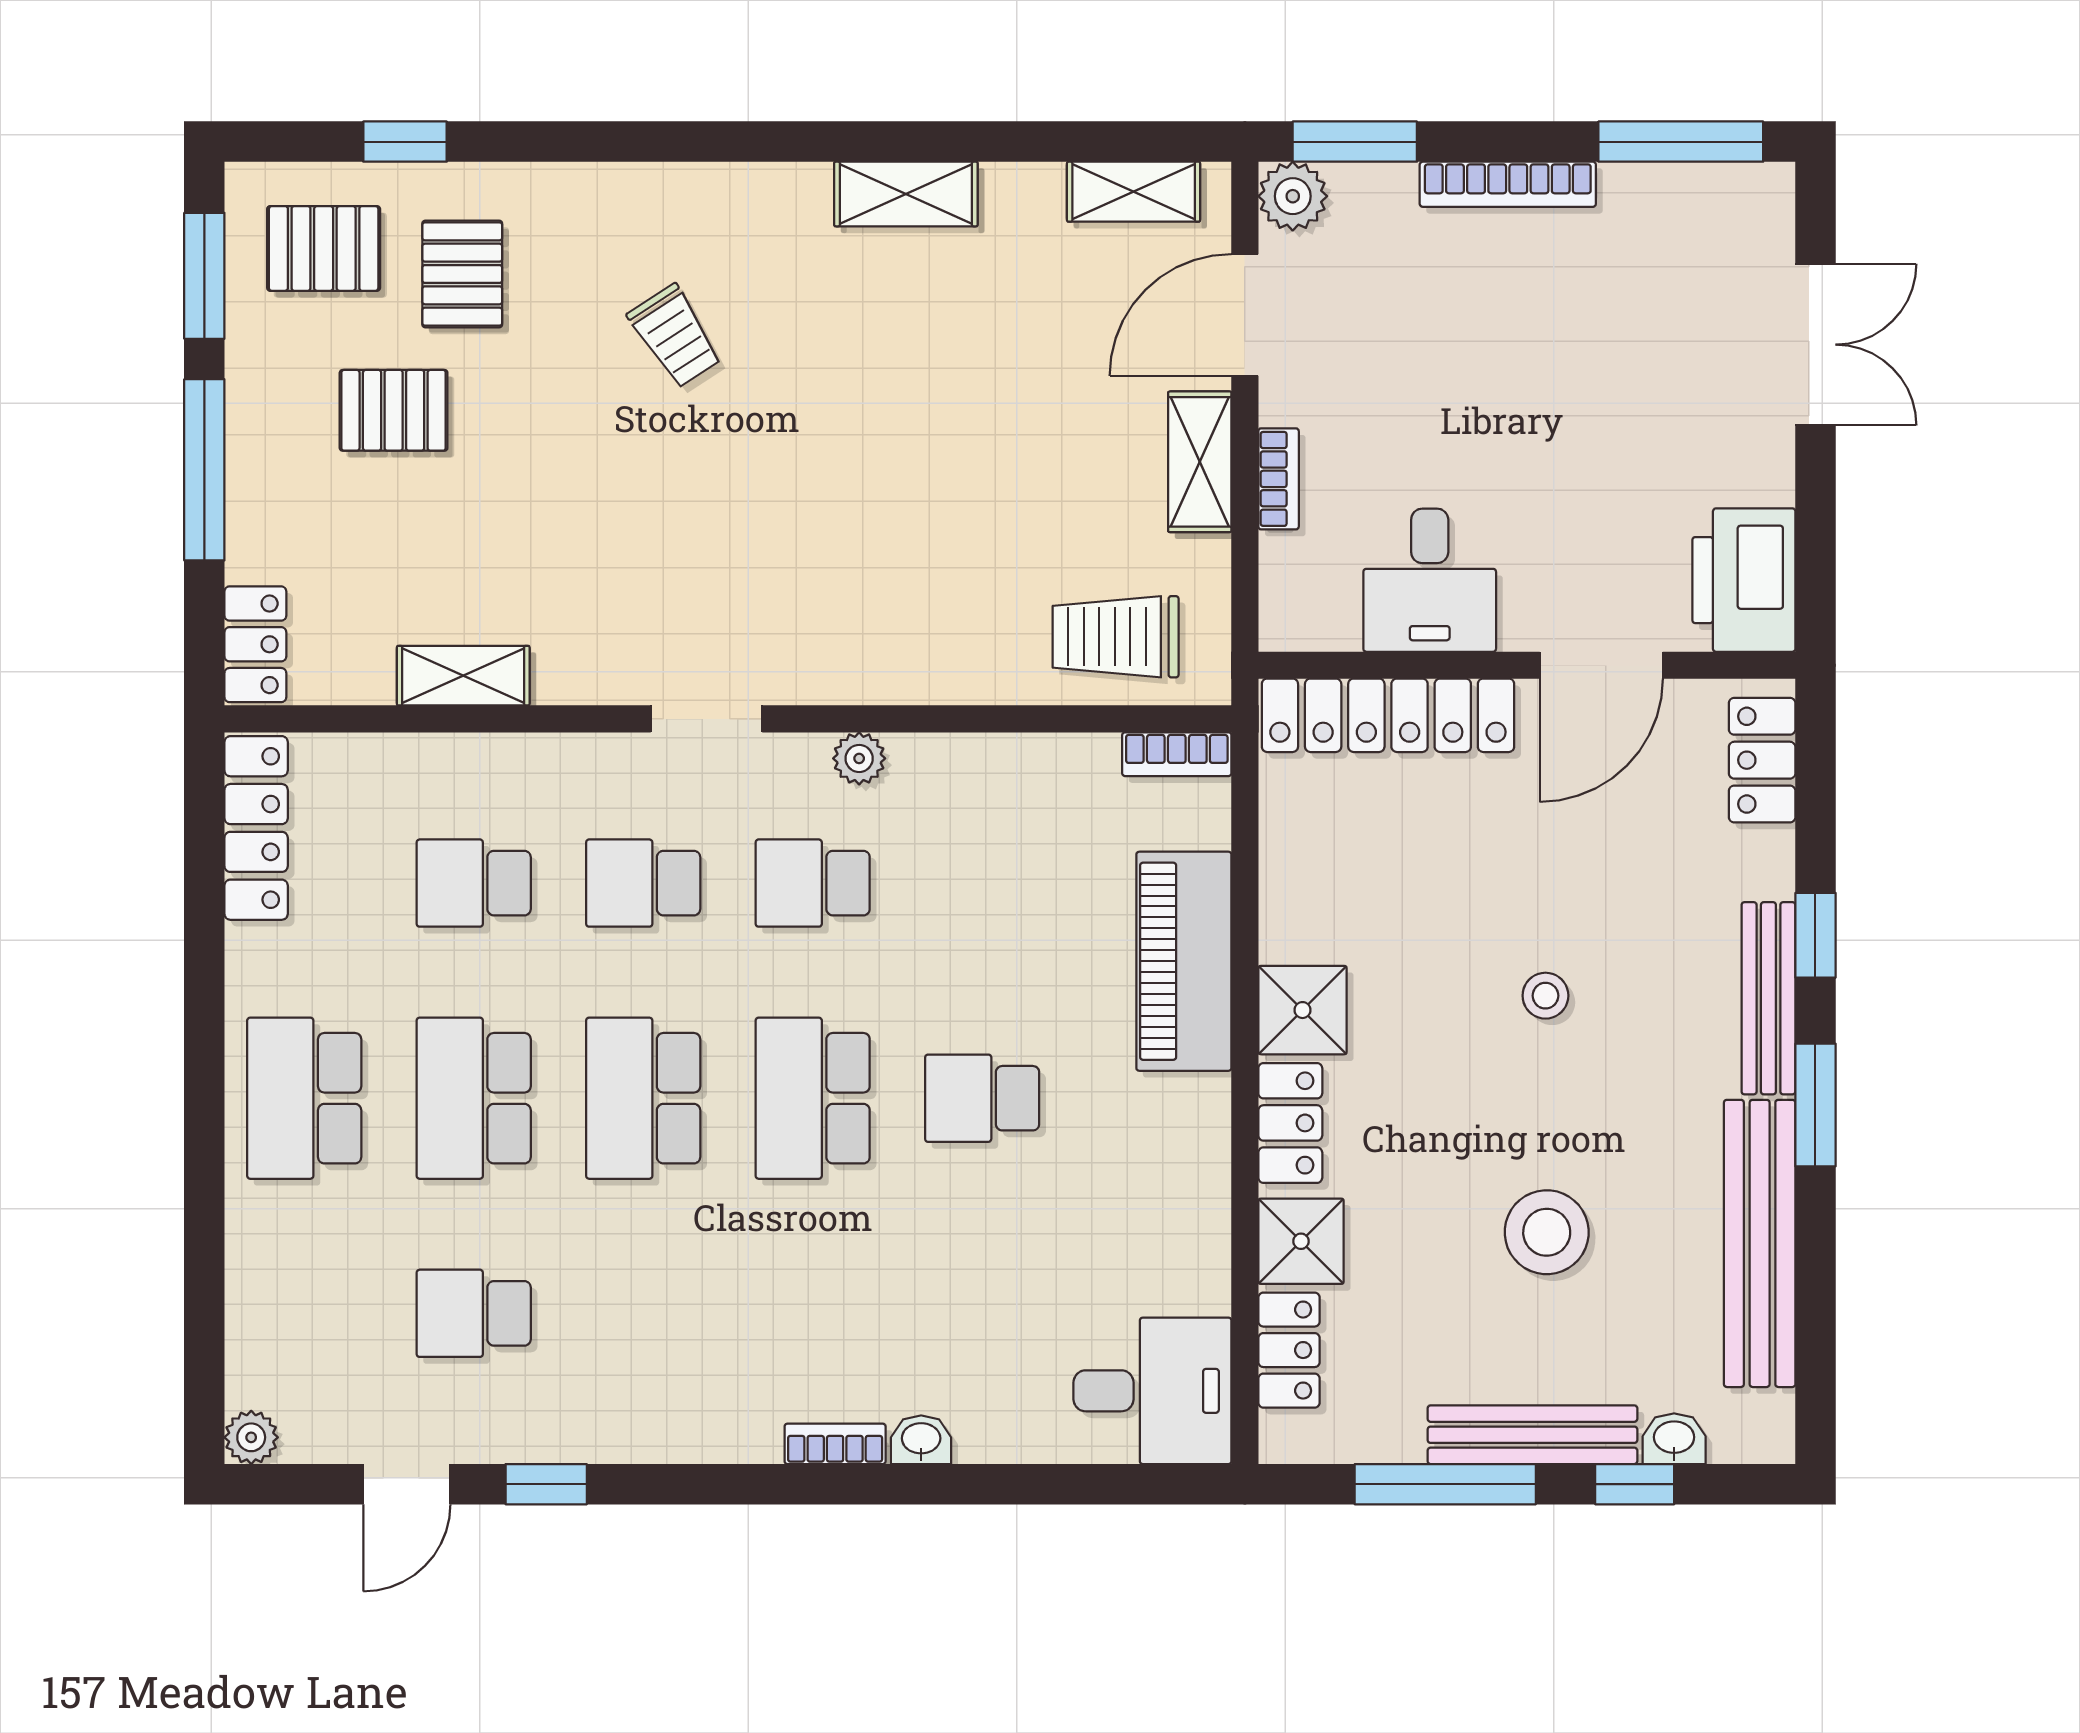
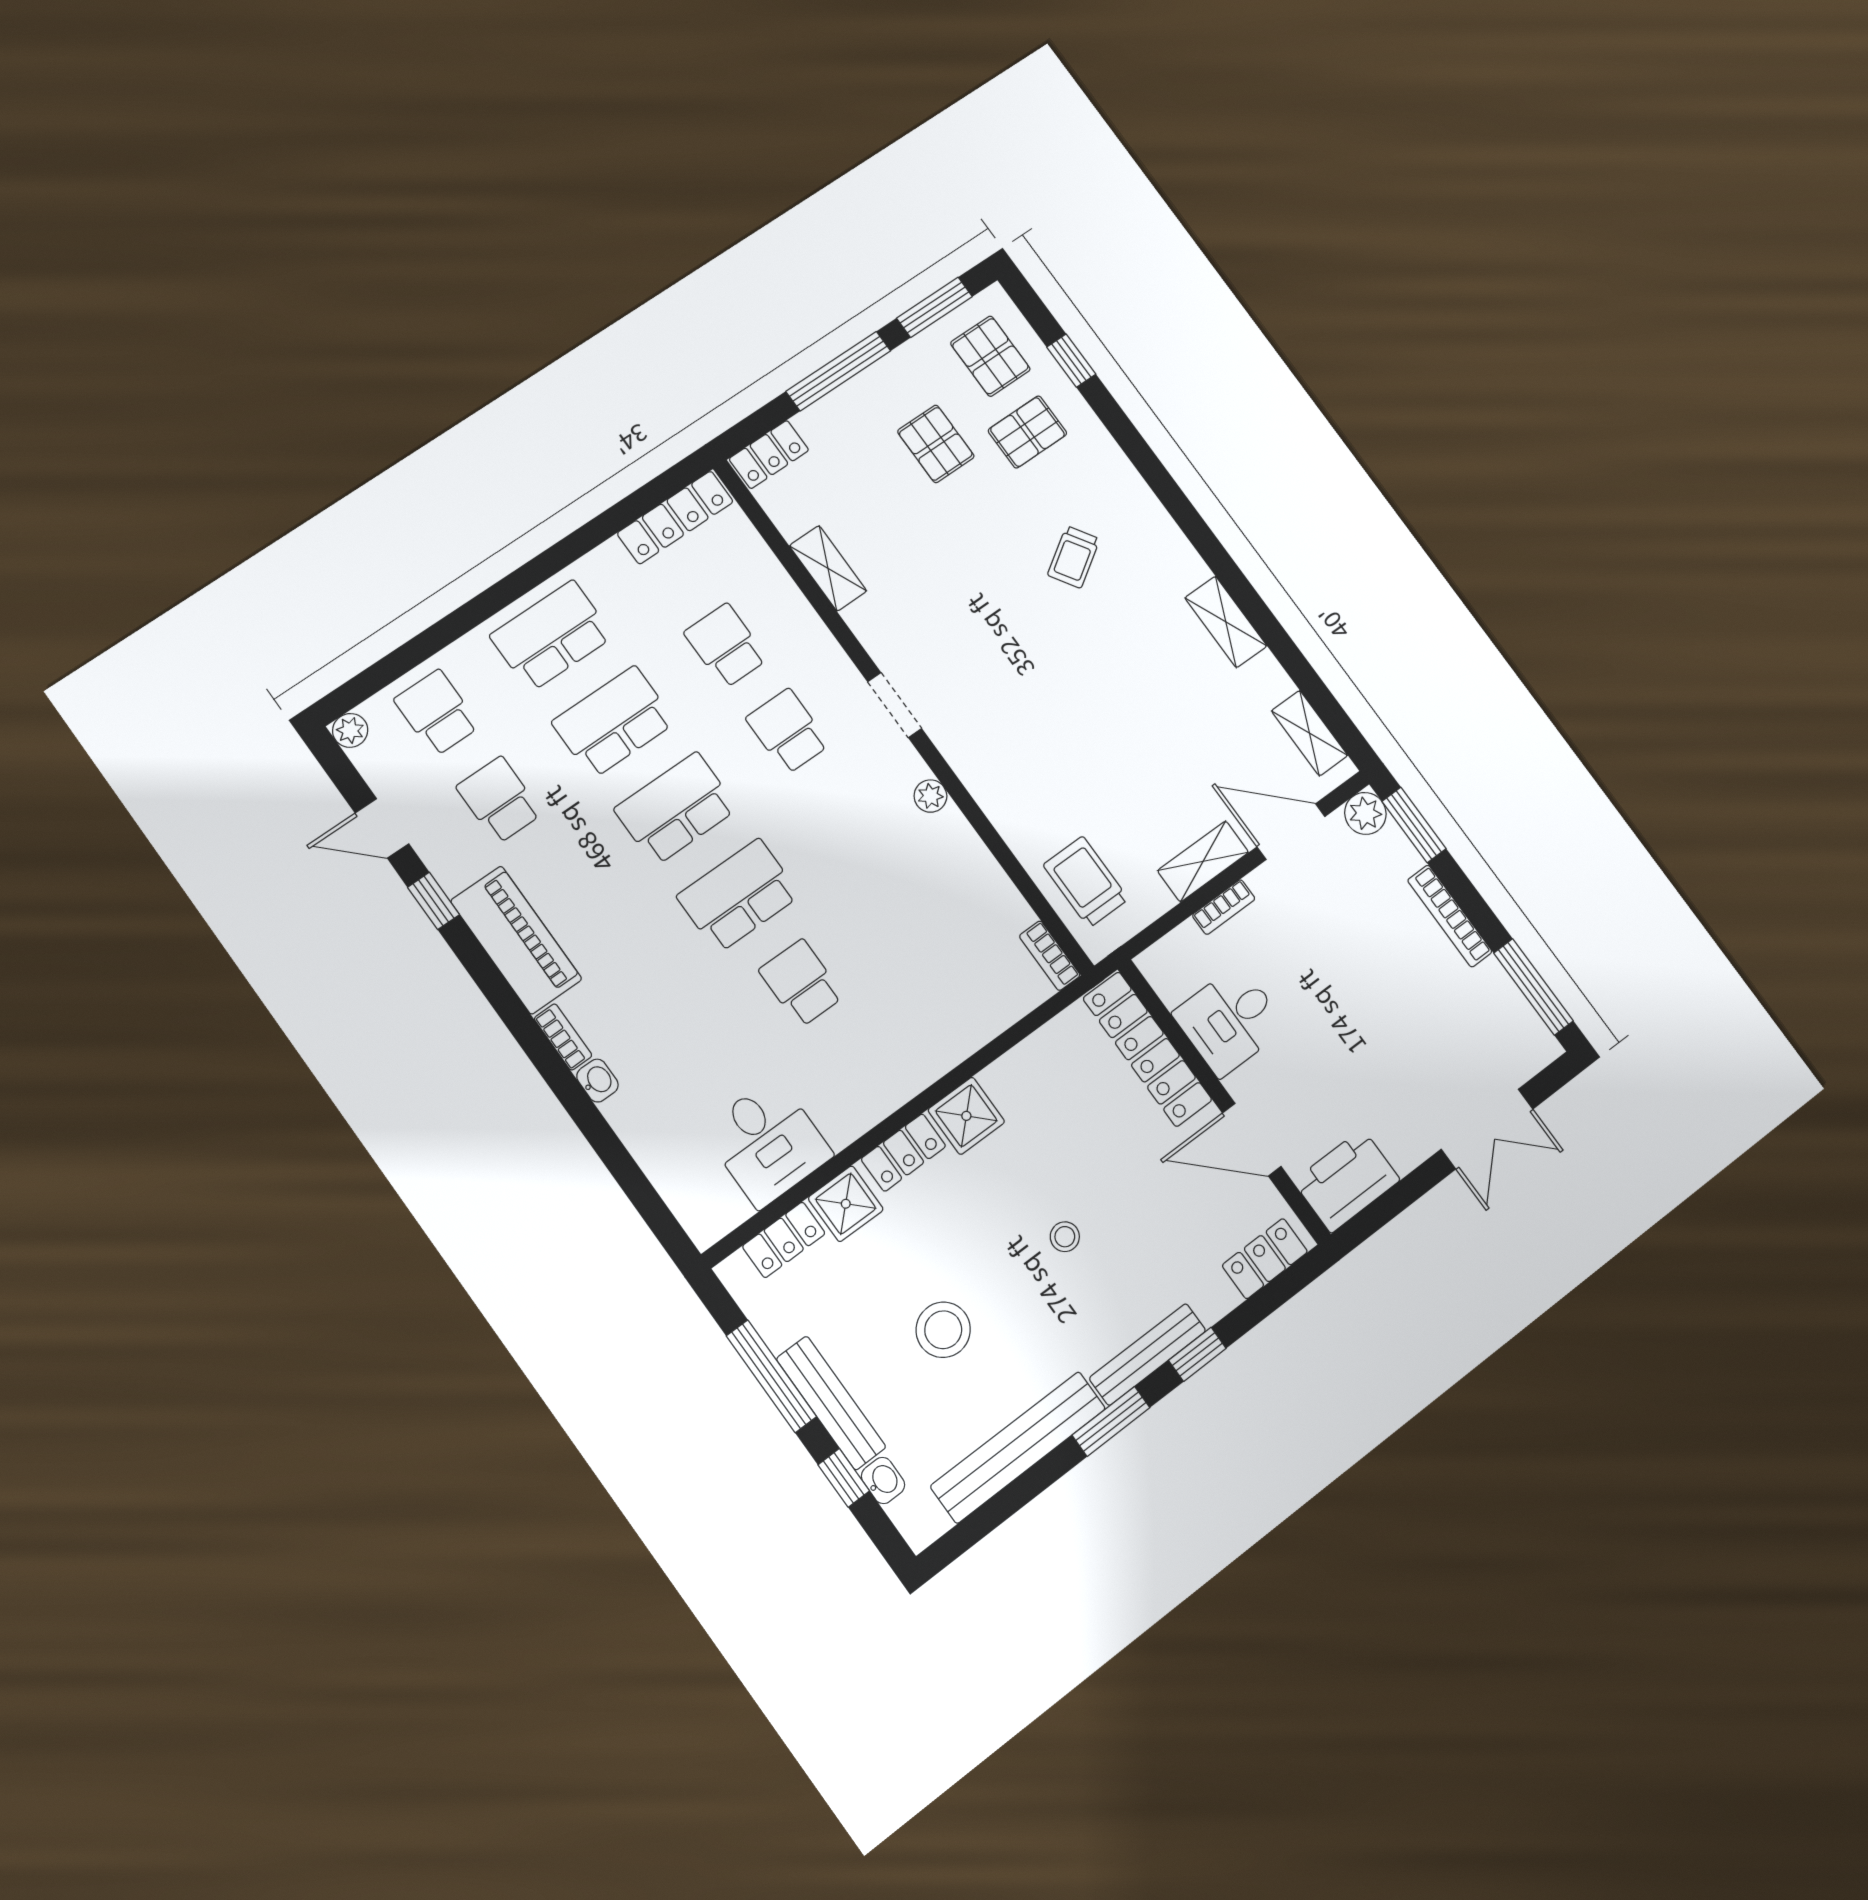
school desk: (813, 883) -> (437, 713), moved
piano: (1184, 961) -> (516, 940), moved, turned 90
desk: (1152, 1391) -> (767, 1142), moved

